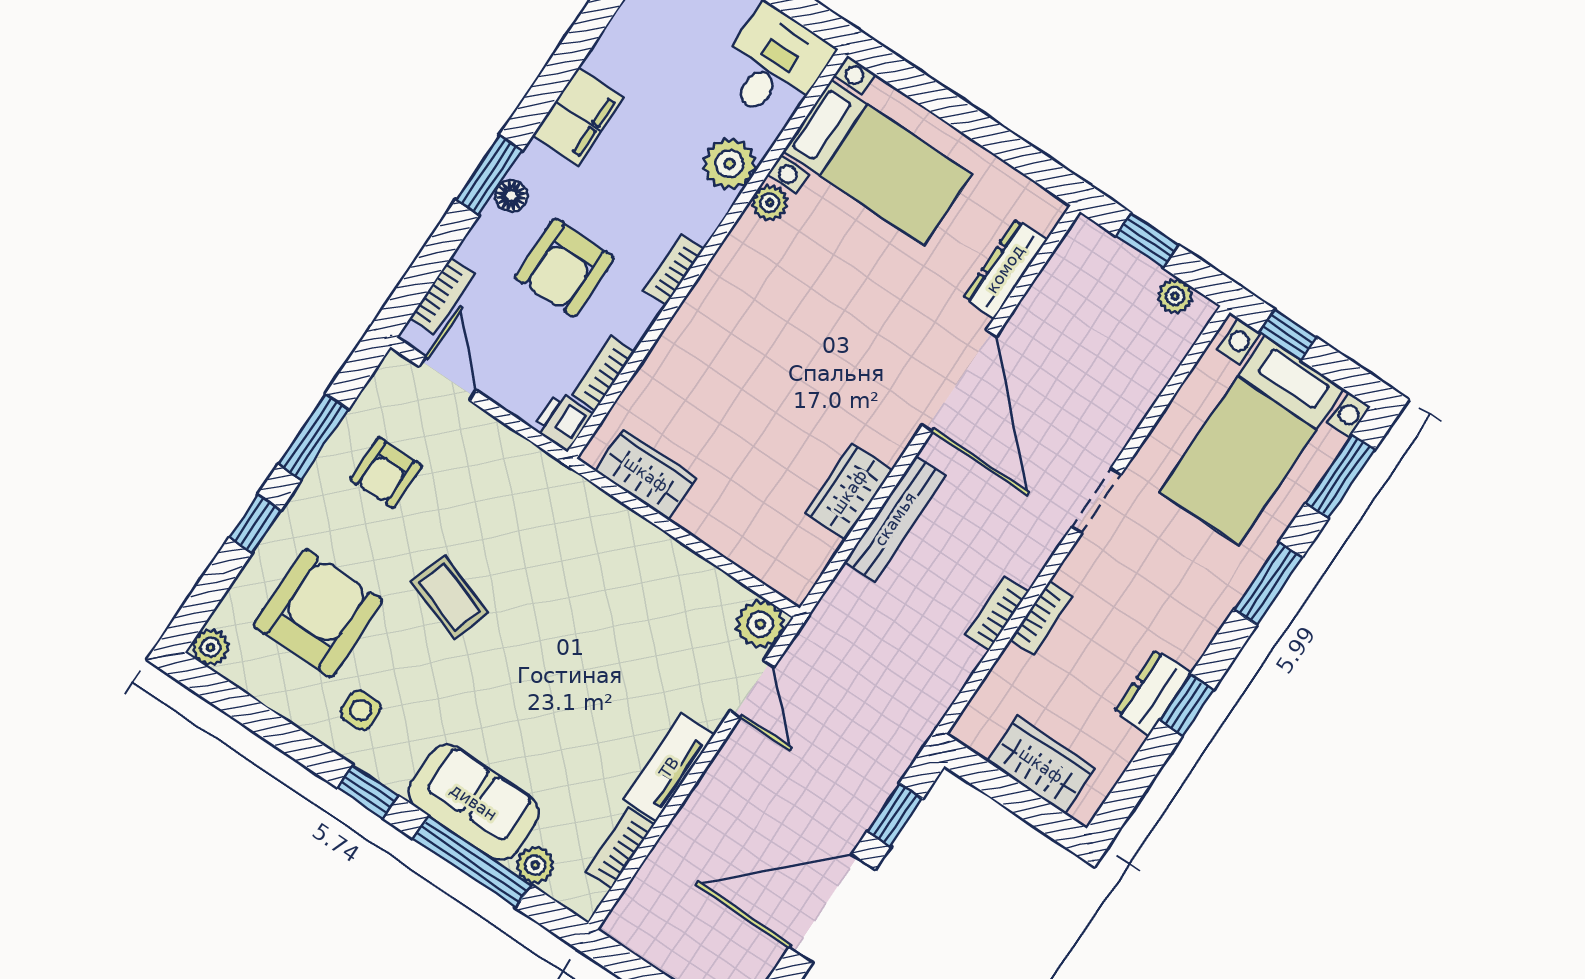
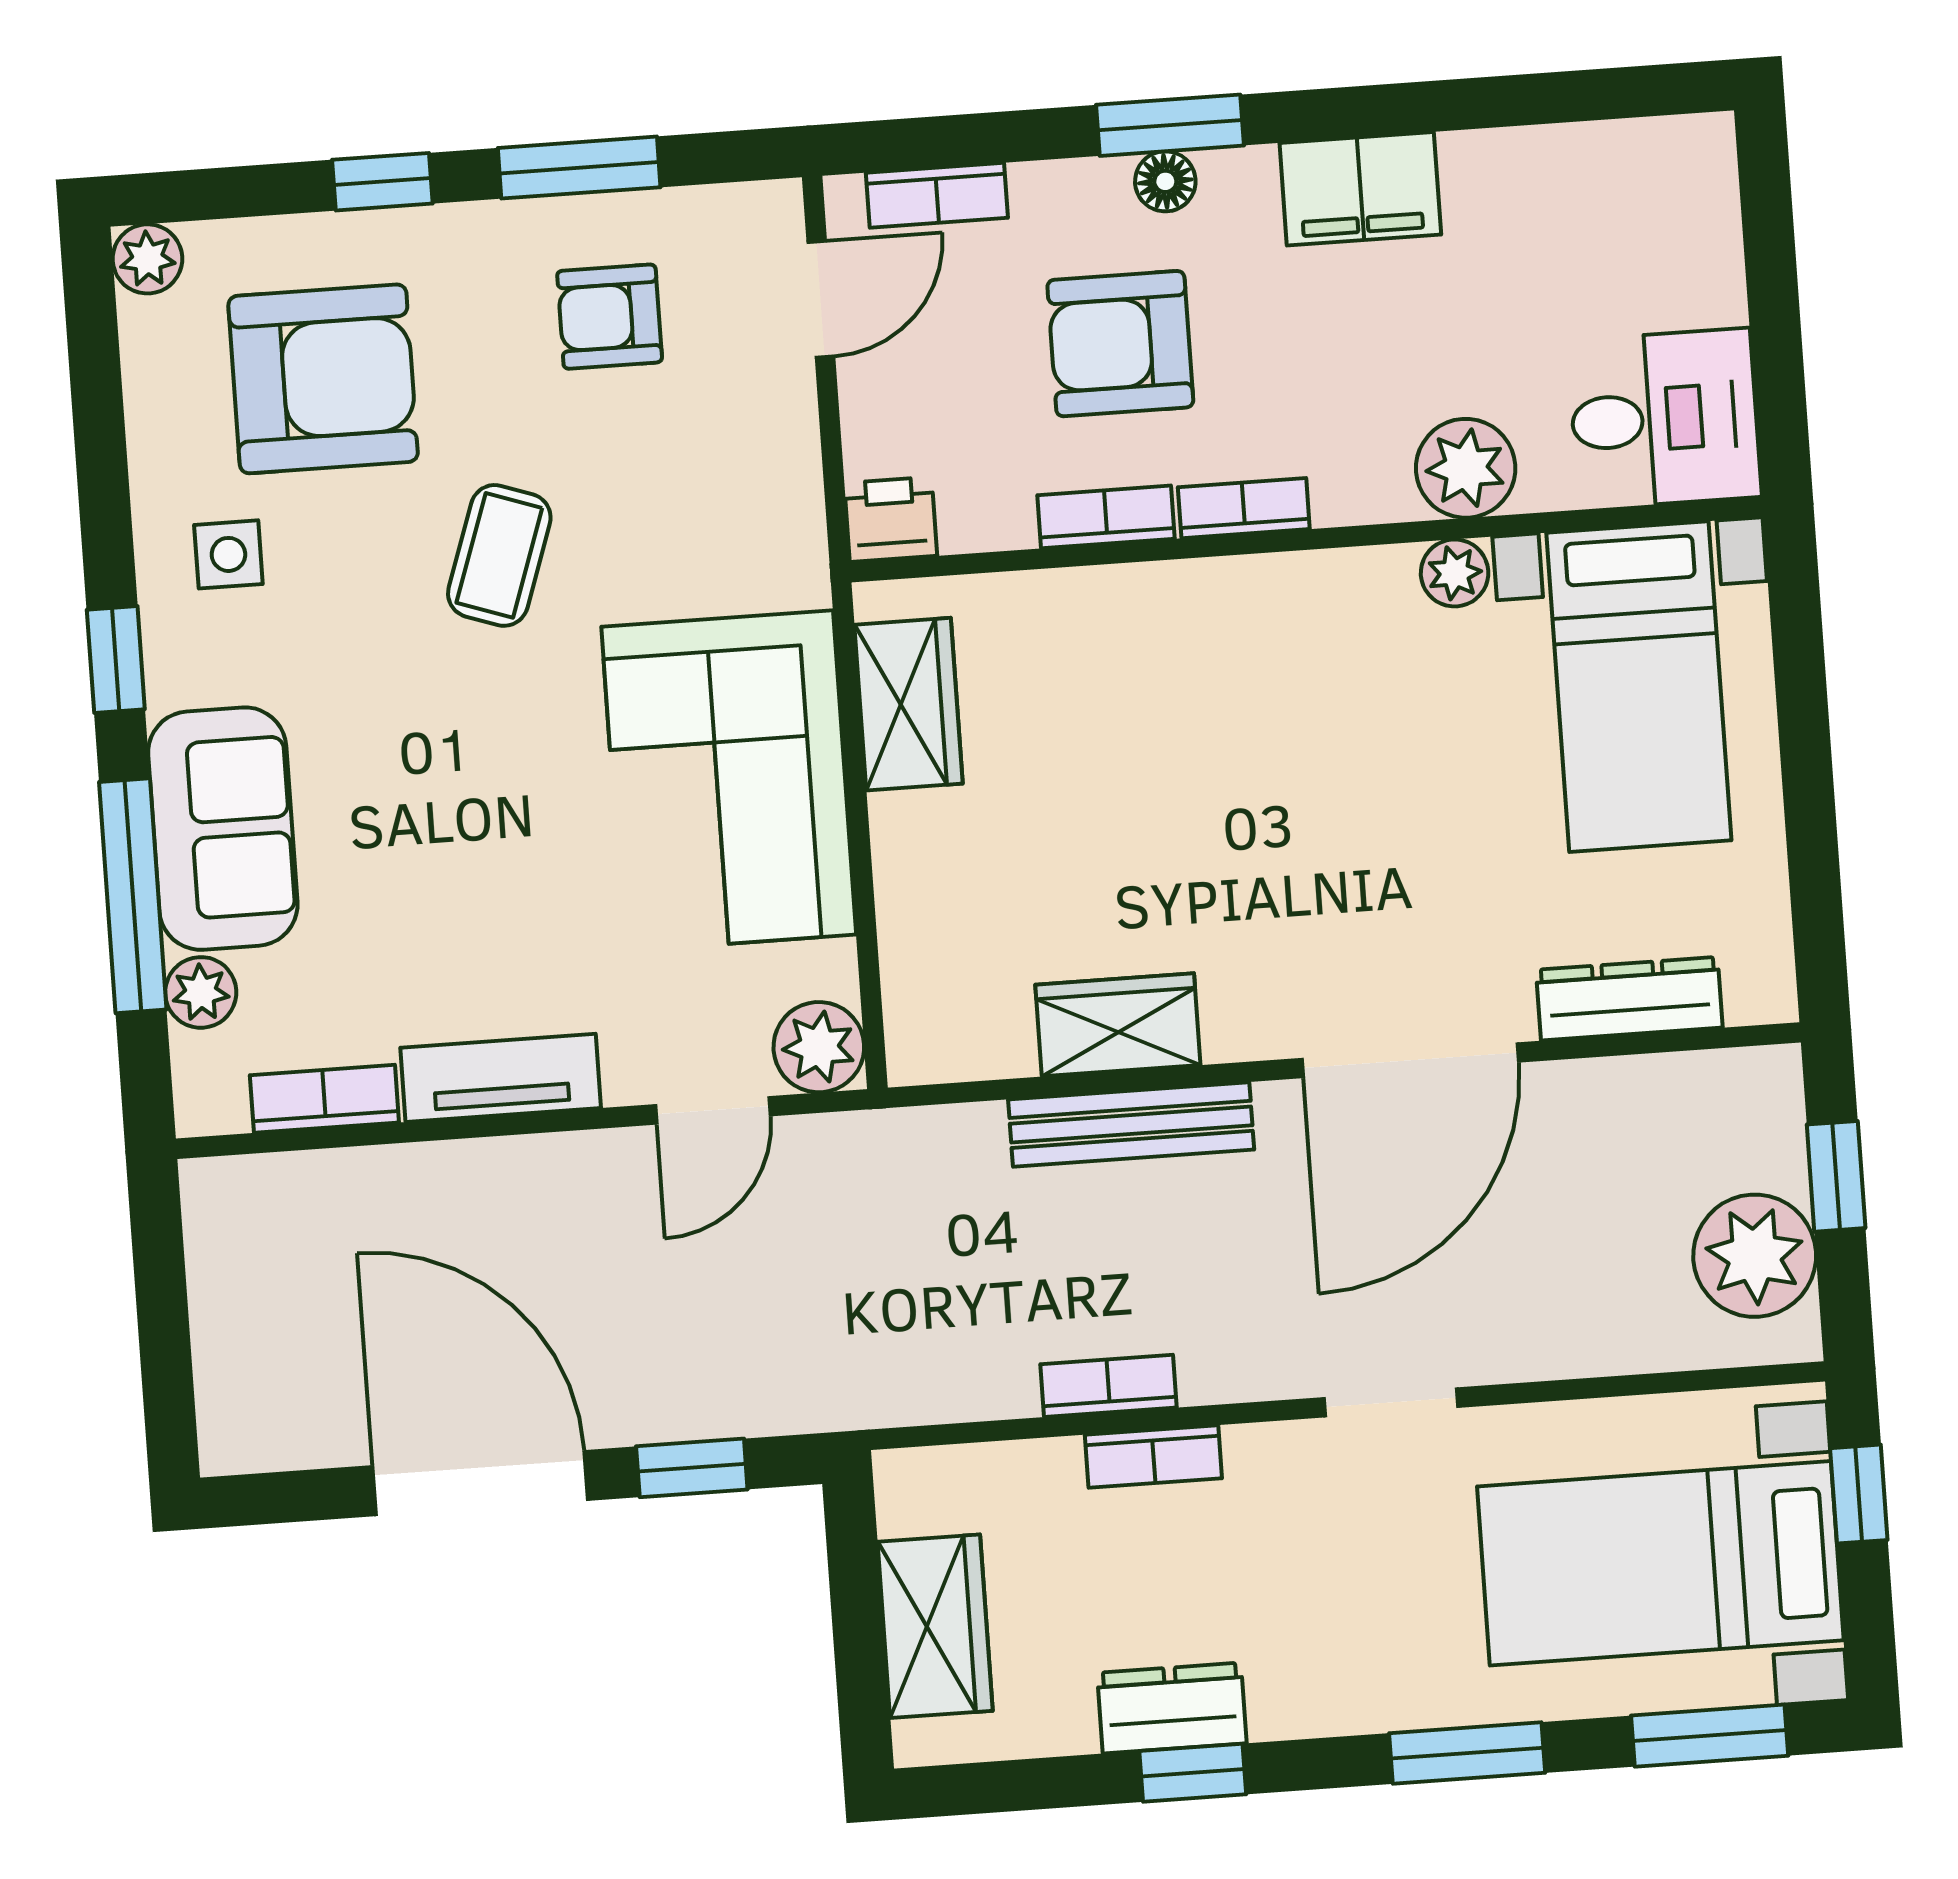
plant: (1175, 296) -> (1755, 1256), width x1.88, depth x1.88
bookcase: (603, 373) -> (1106, 517), moved
corner sofa: (619, 575) -> (729, 781), added

